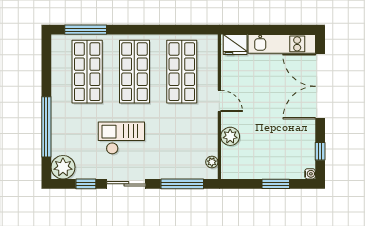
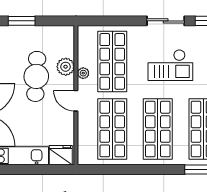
cafe table: (261, 126) -> (36, 76), added
shop shelf: (182, 142) -> (112, 61), added
plant: (212, 162) -> (83, 73), moved
window: (182, 184) -> (112, 21), removed

